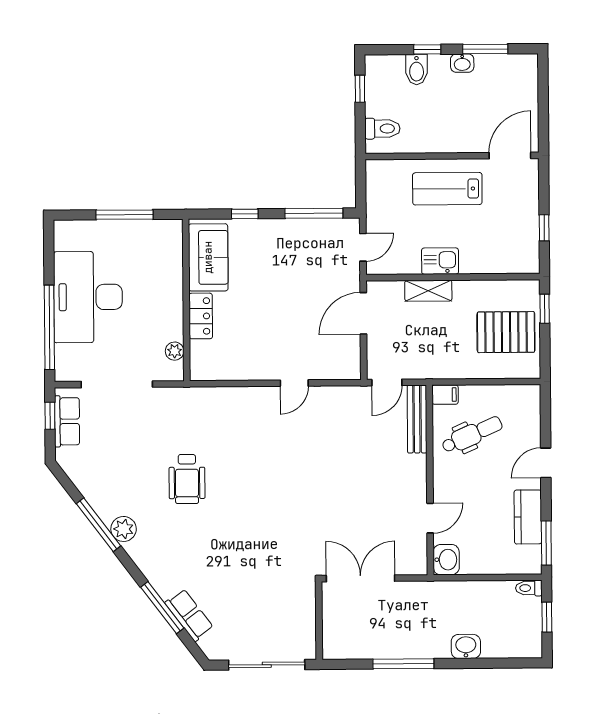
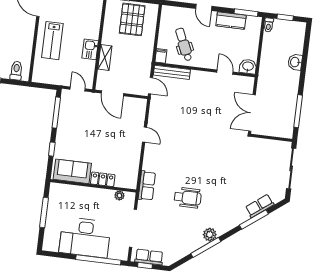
row of seats: (199, 400) -> (147, 186), added
window: (403, 664) -> (298, 111), moved

